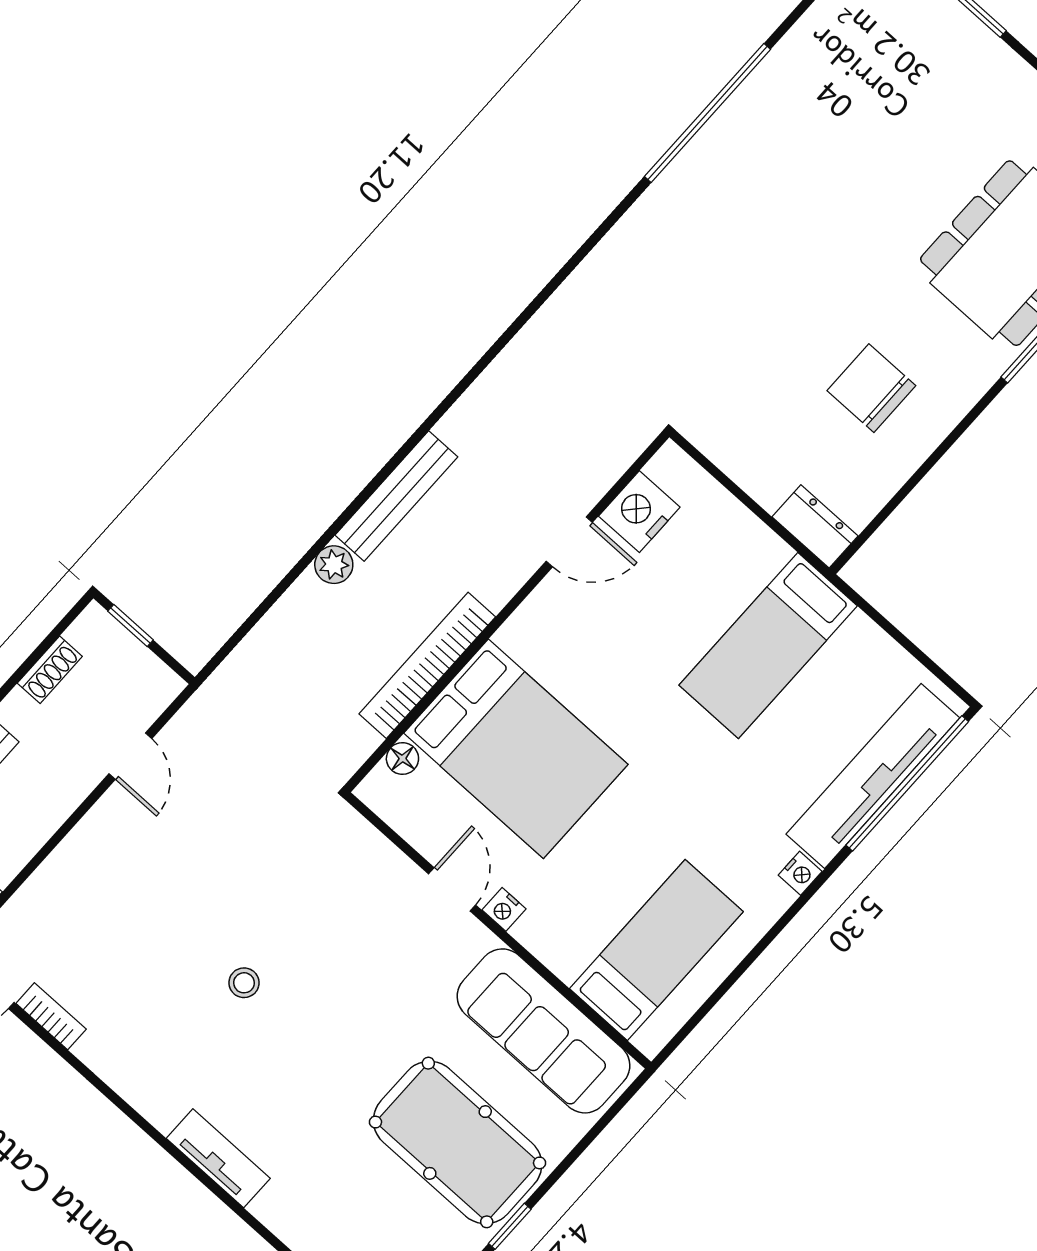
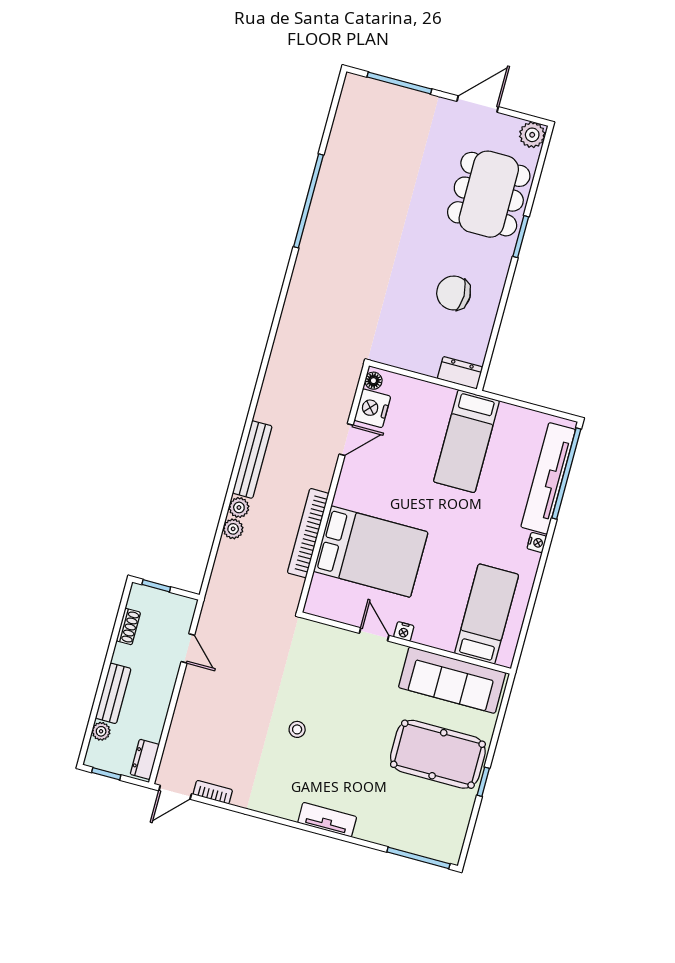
plant: (306, 595) -> (233, 529), added
floor lamp: (402, 759) -> (373, 381), moved

